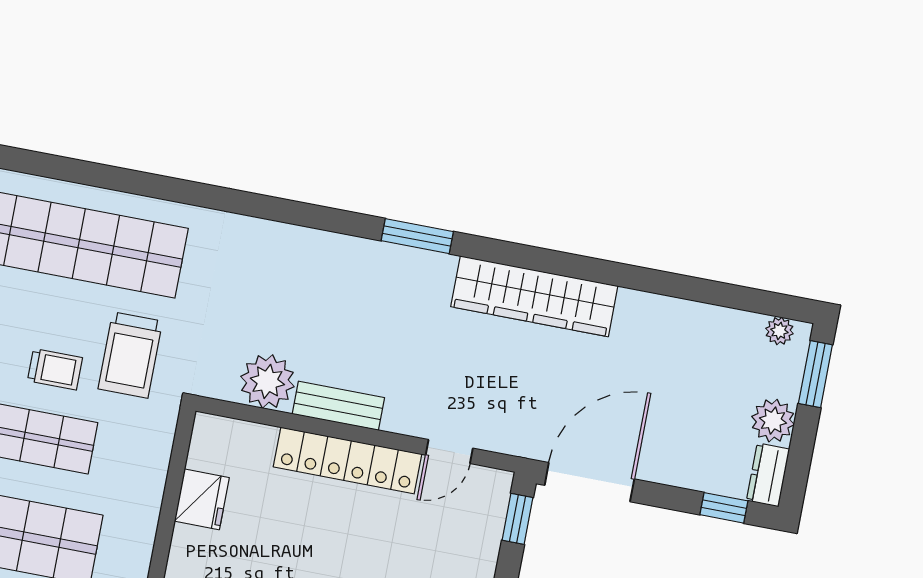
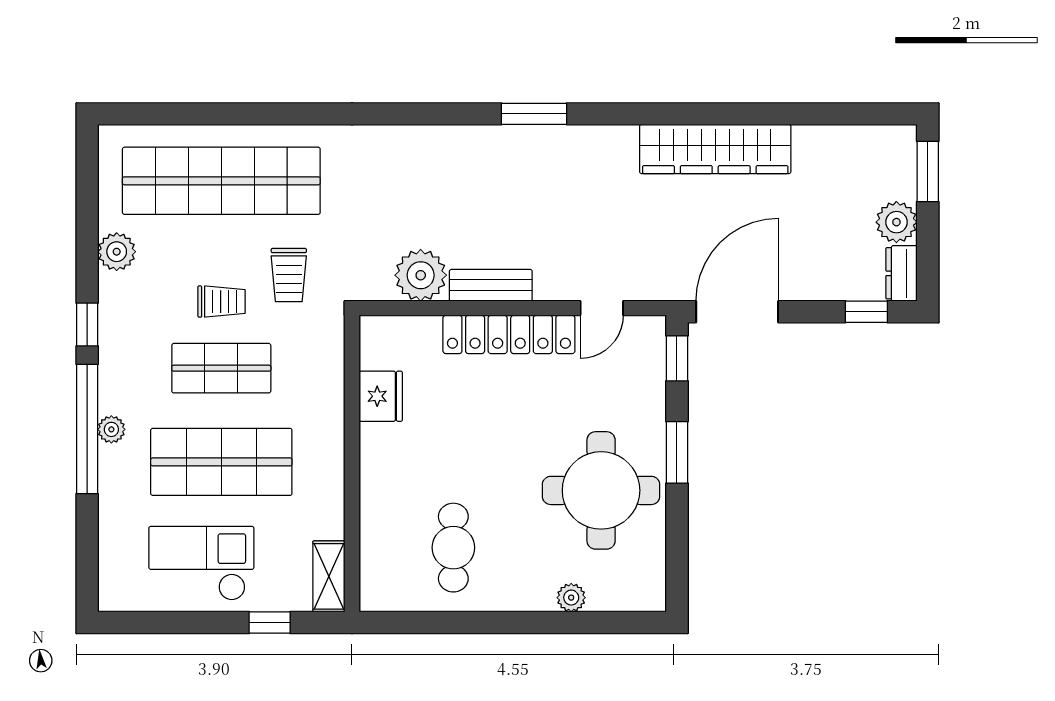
wardrobe: (534, 296) -> (715, 149), moved
plant: (779, 331) -> (887, 138), removed
trolley: (130, 355) -> (289, 275), width x0.73, depth x0.72

